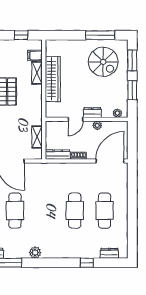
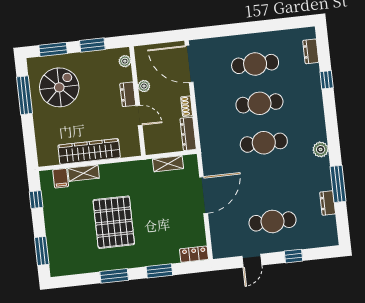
cafe table: (15, 211) -> (264, 143), moved

